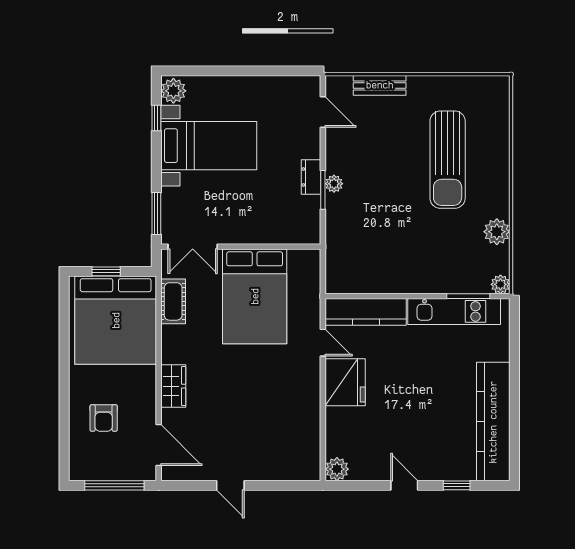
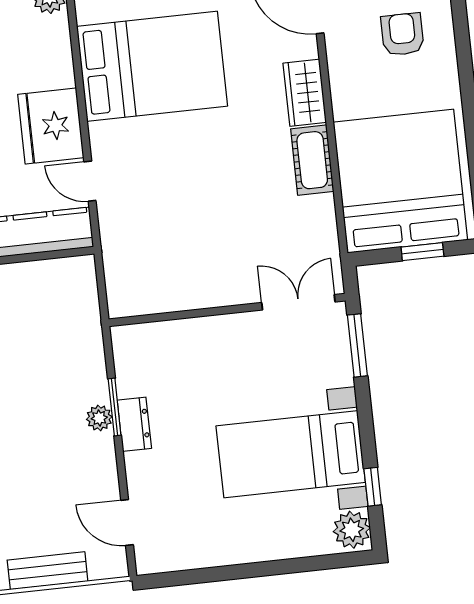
bed: (255, 296) -> (152, 66), moved, turned 90
cot: (173, 301) -> (312, 160), moved

